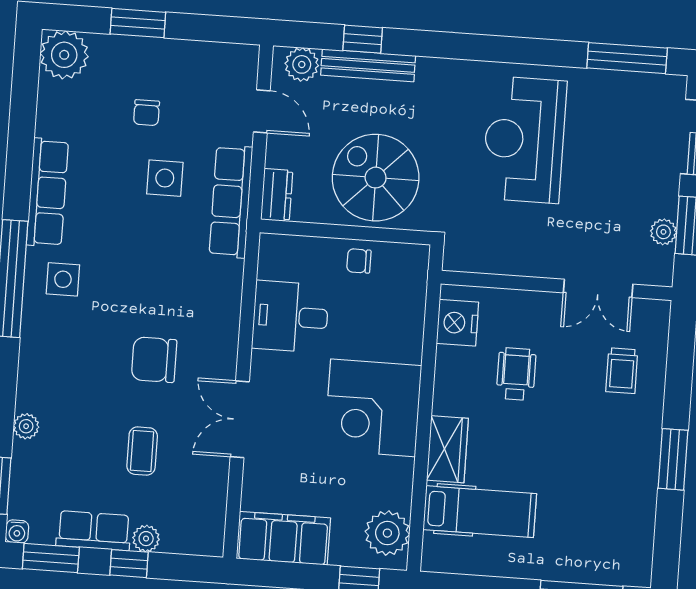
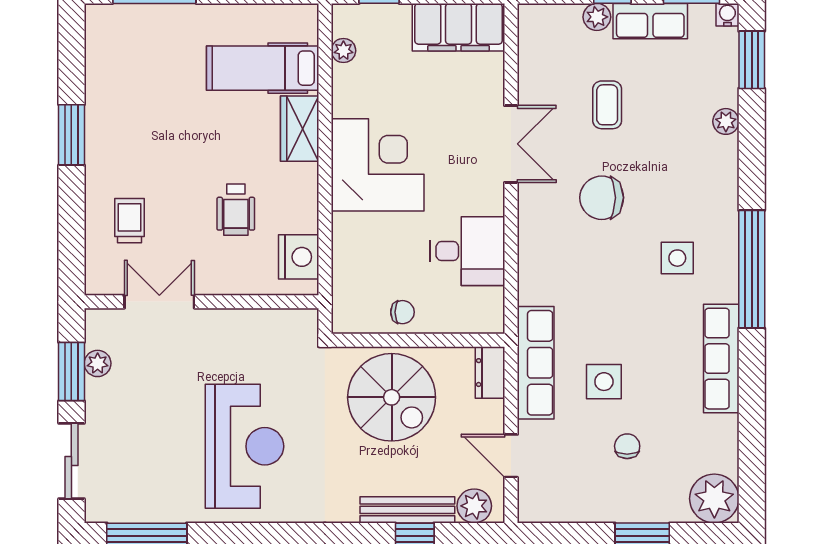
side table: (63, 279) -> (677, 258), moved
chair: (154, 360) -> (602, 198), turned 180
plant: (387, 533) -> (343, 51), width x0.53, depth x0.53

